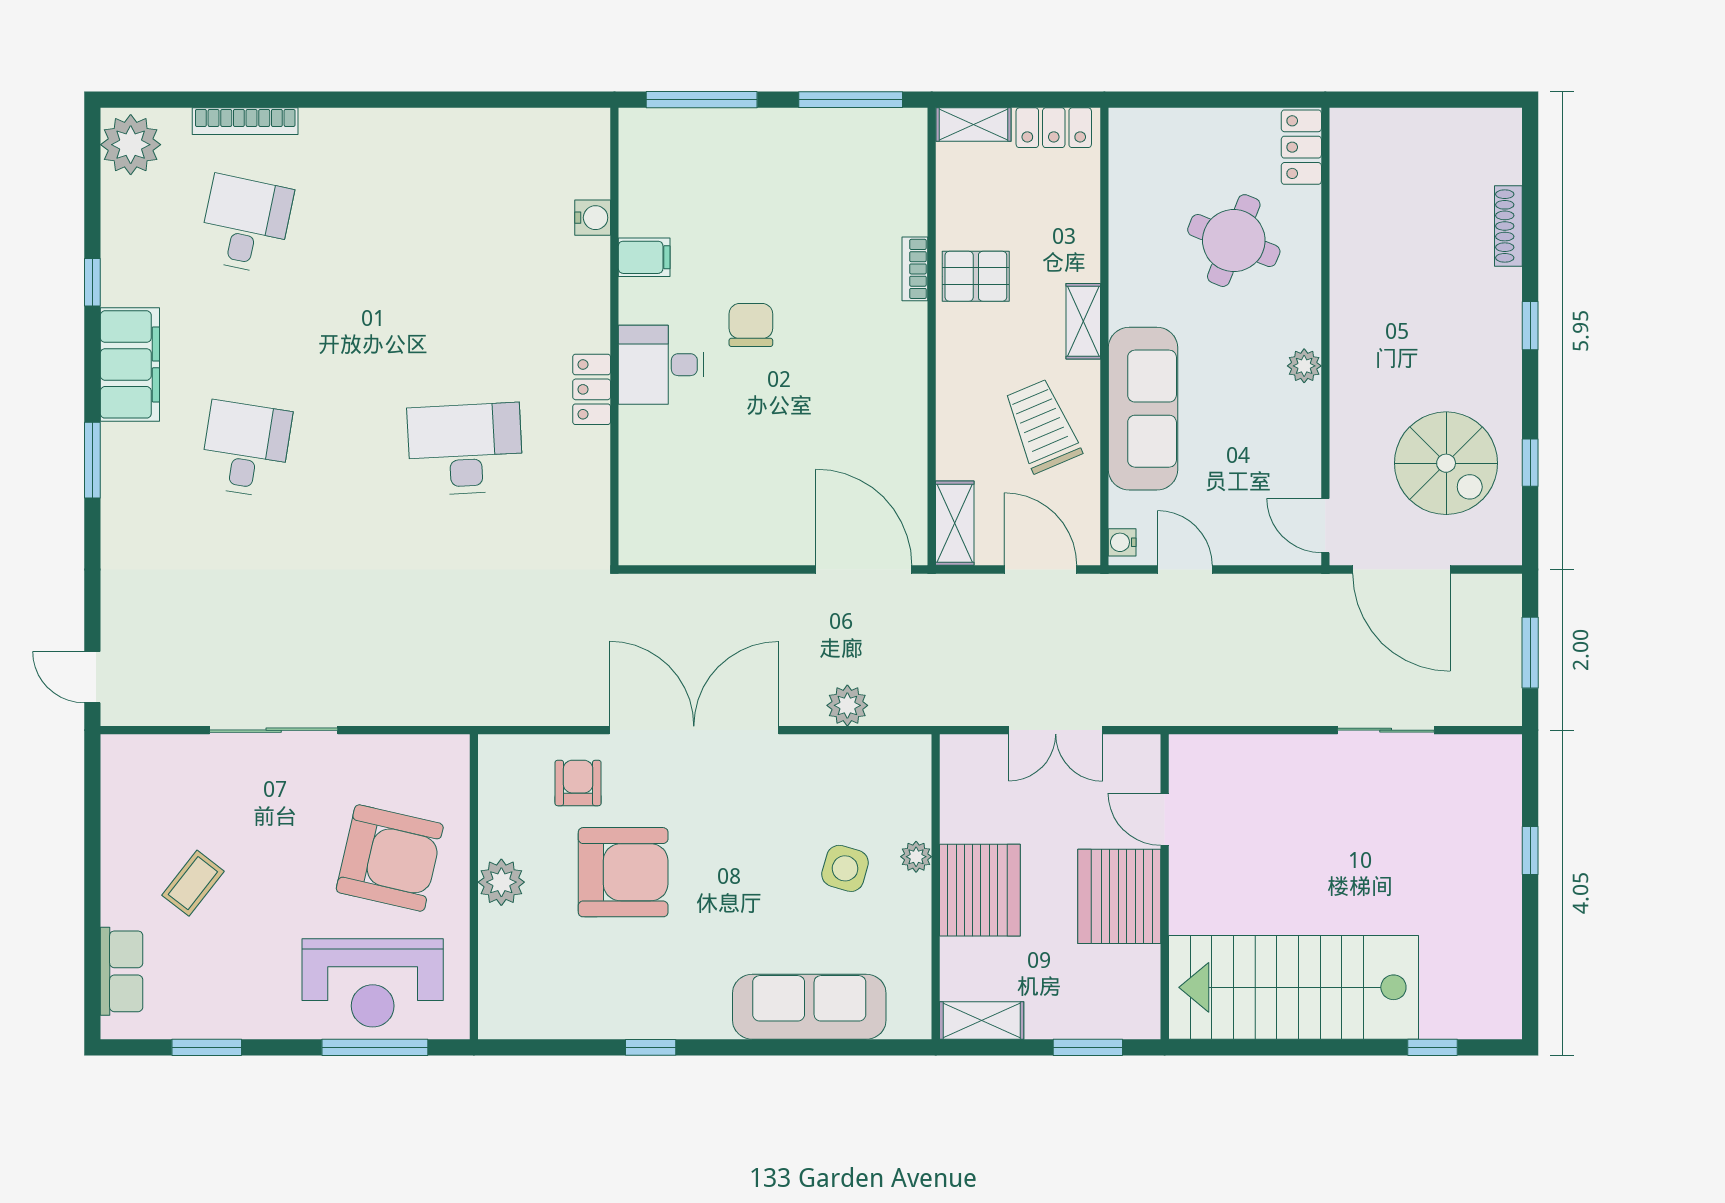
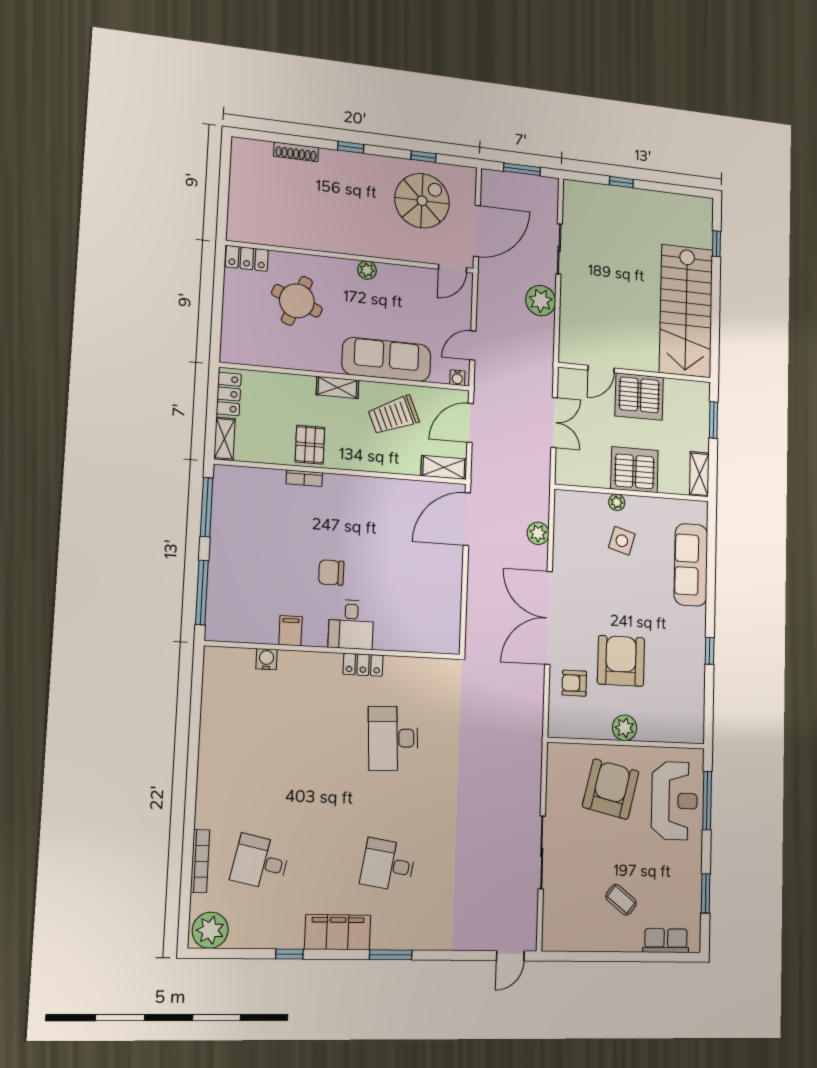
plant: (1283, 697) -> (541, 301), added

